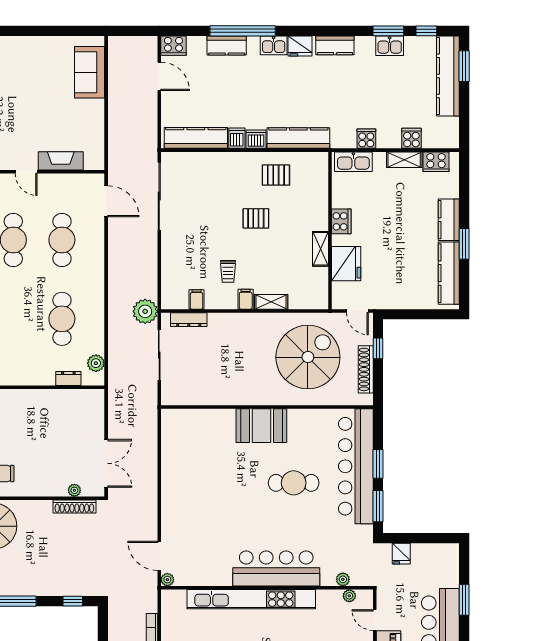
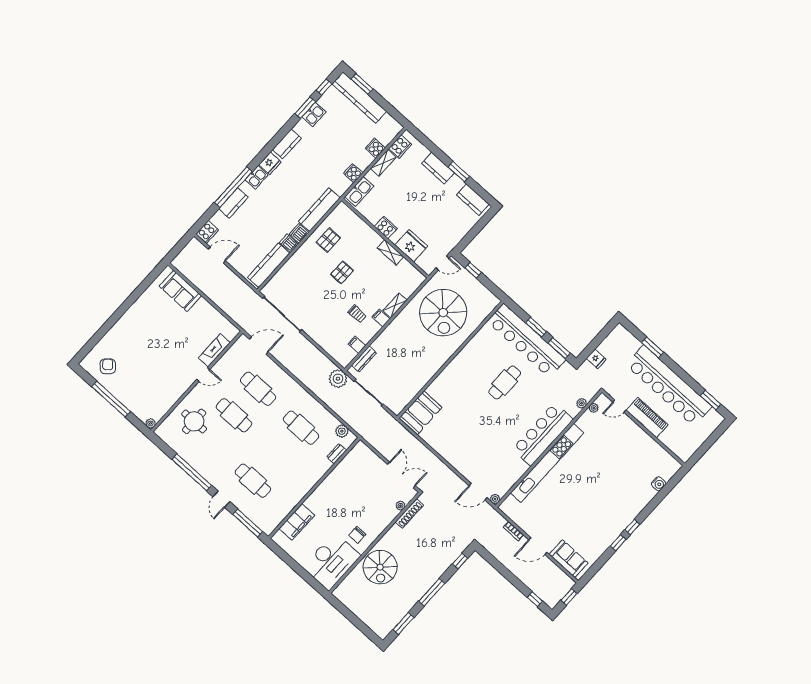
kitchen counter: (449, 273) -> (473, 200), width x0.67
spiral stairs: (308, 357) -> (443, 313), turned 180
shoe rack: (366, 369) -> (478, 287), removed
booth: (261, 426) -> (420, 413), moved

